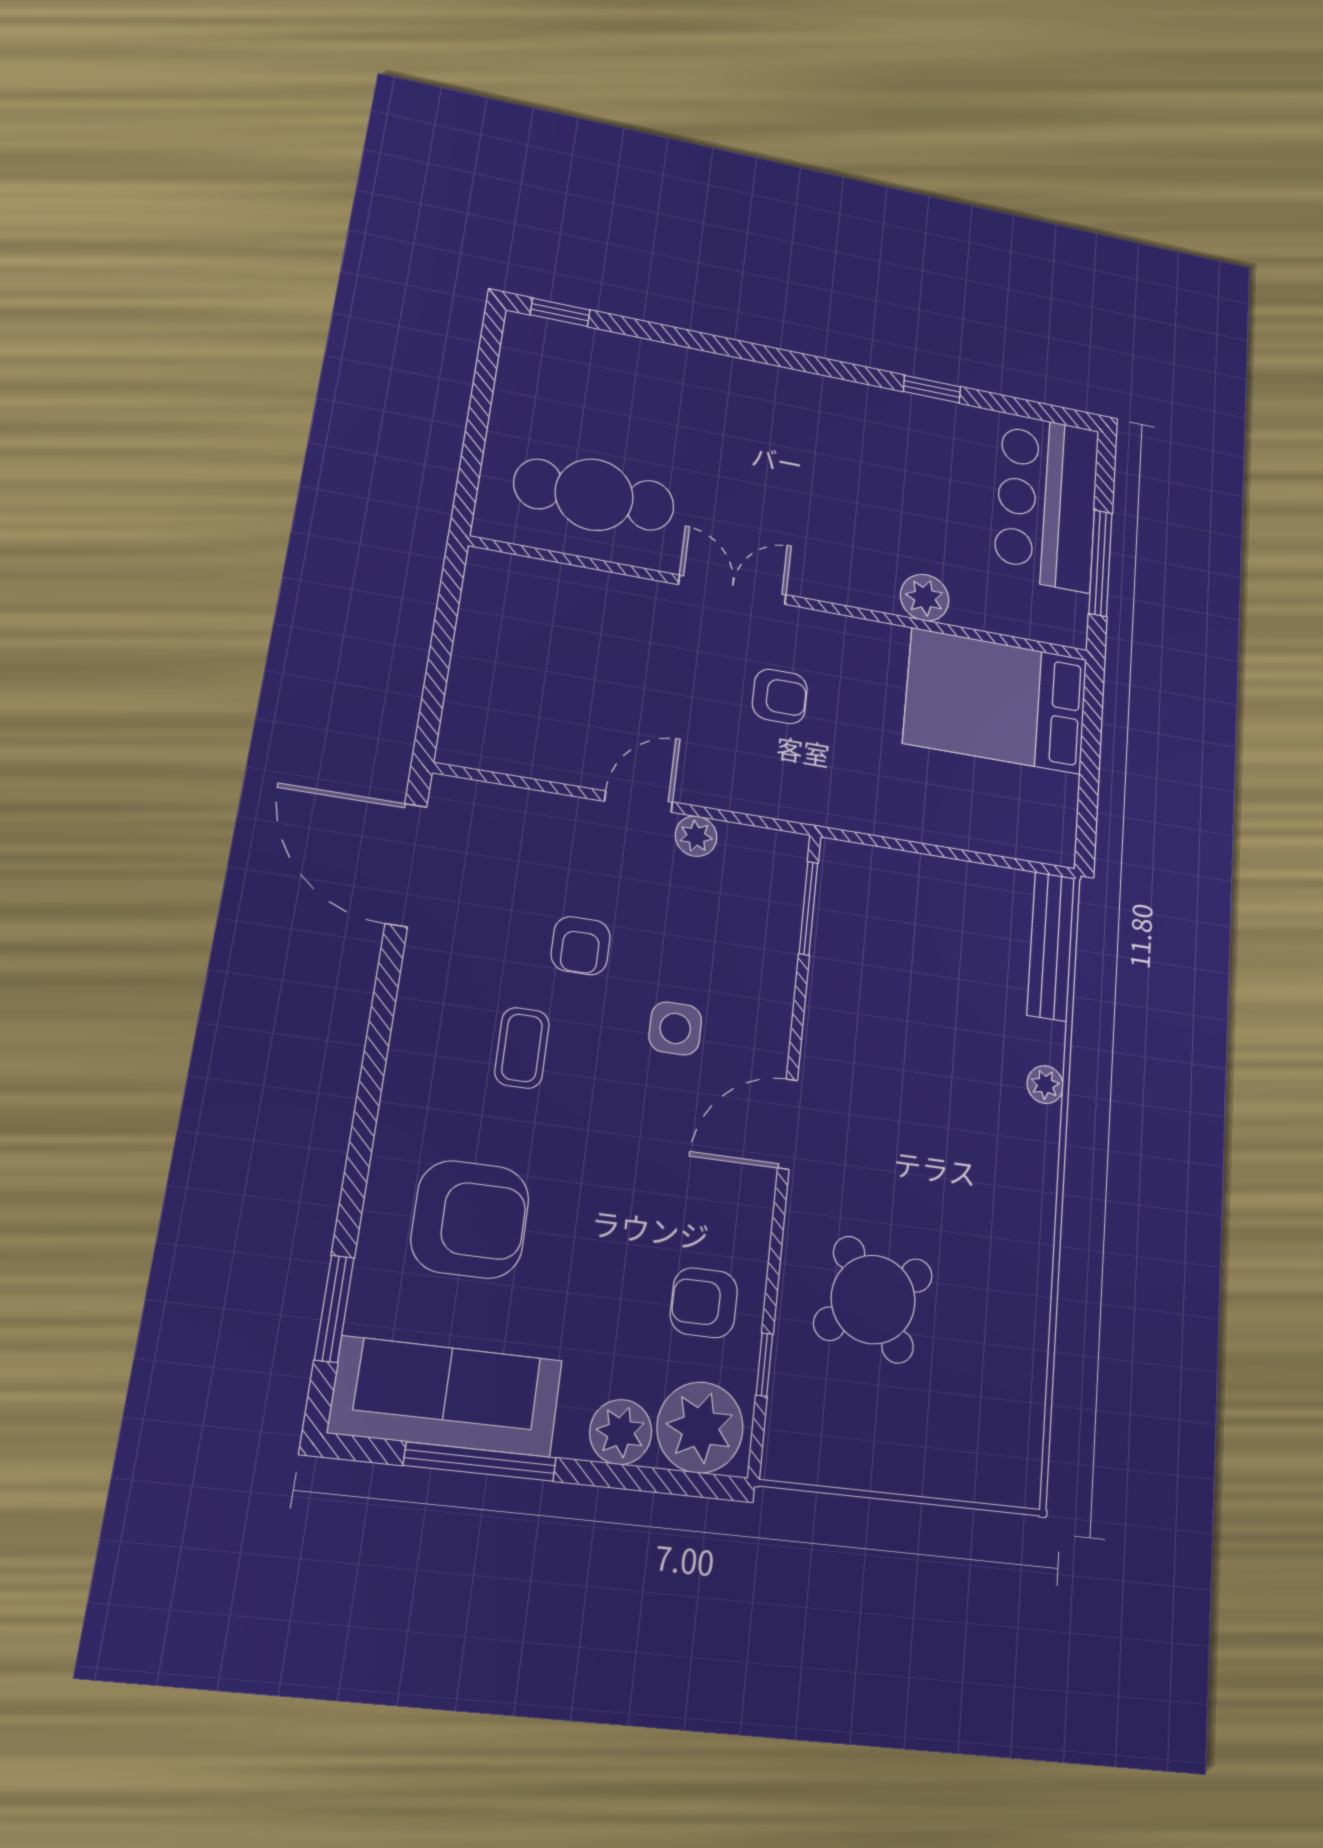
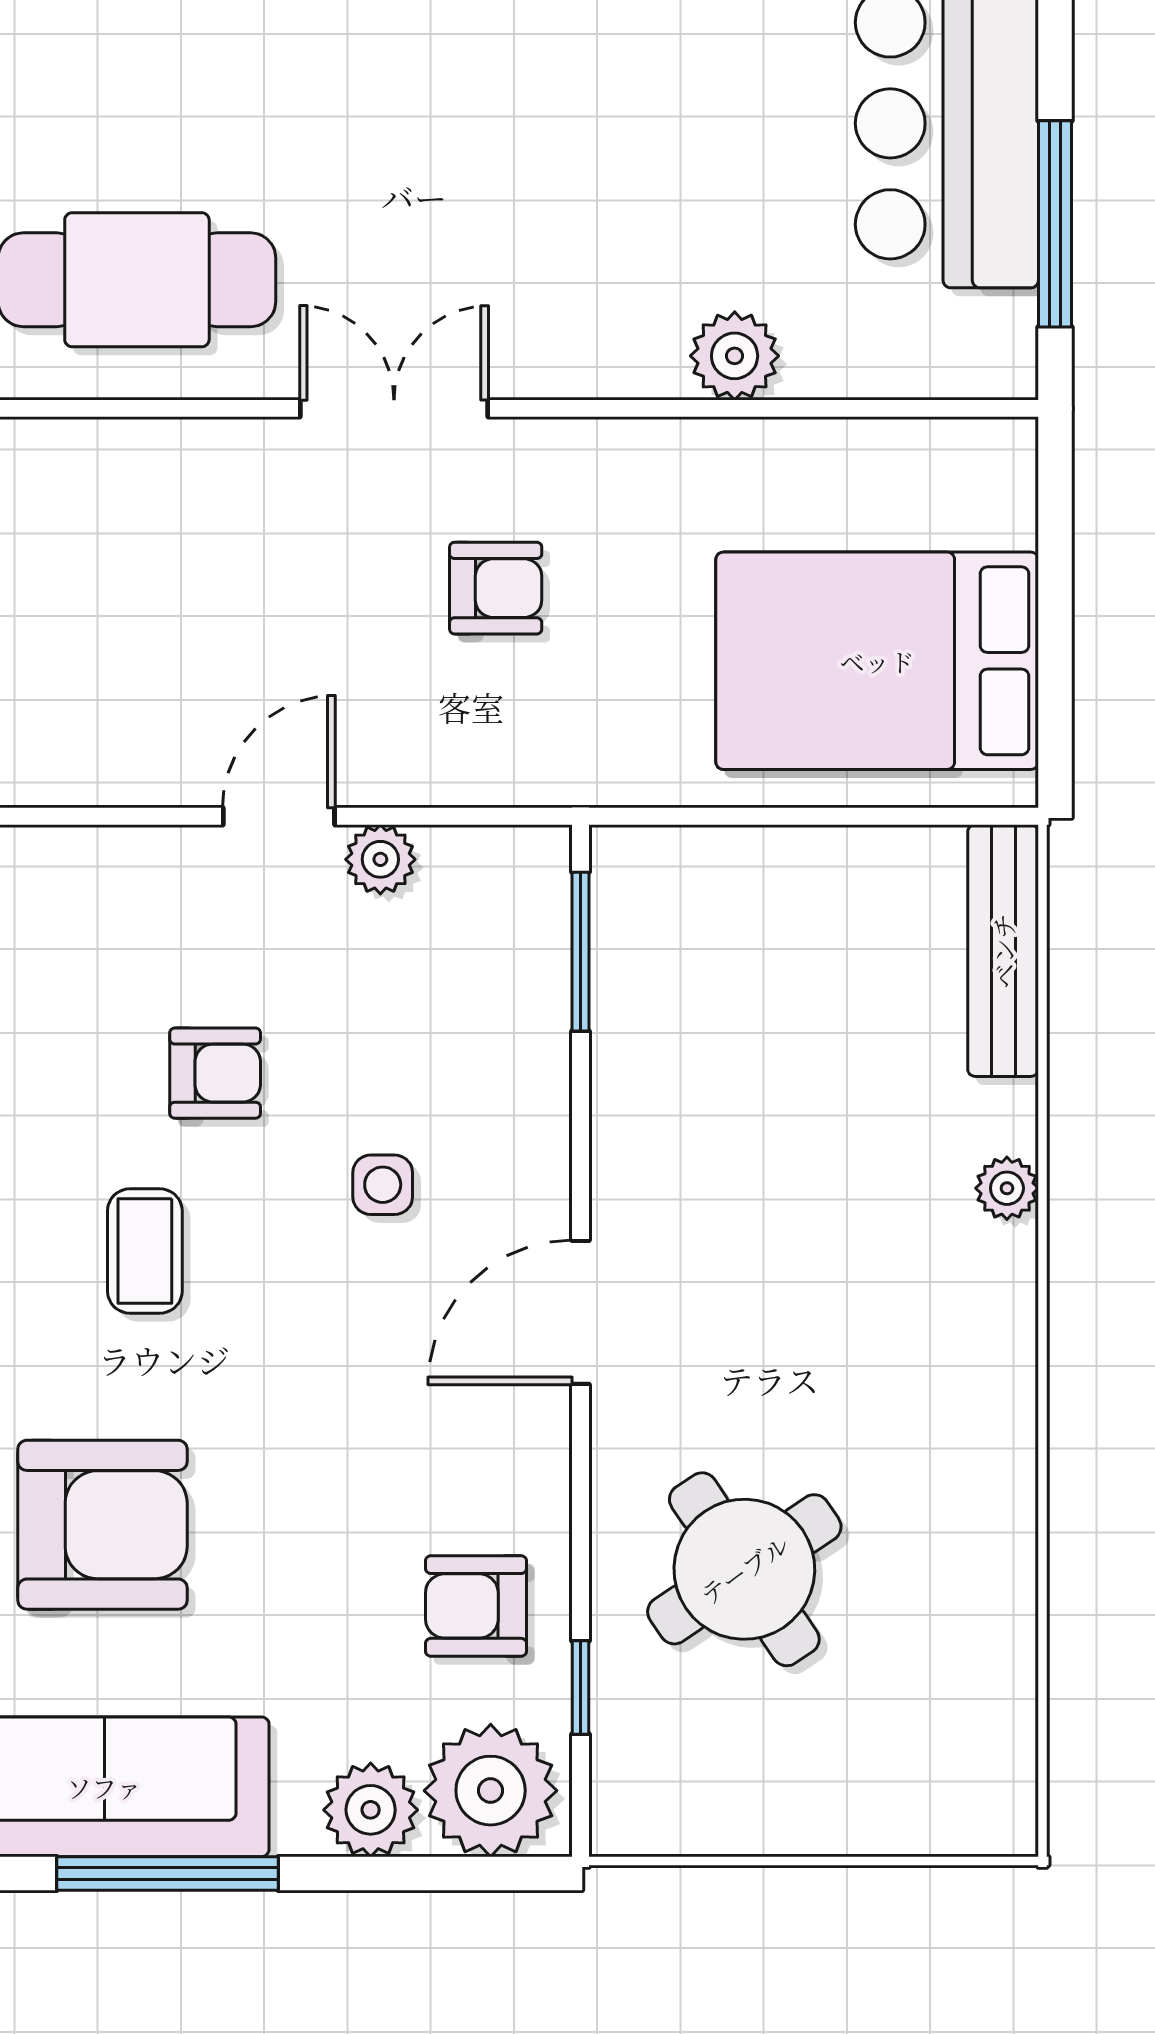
bed: (996, 701) -> (877, 661), moved
armchair: (581, 946) -> (215, 1073), turned -90
side table: (675, 1028) -> (383, 1185), width x0.73, depth x0.73

